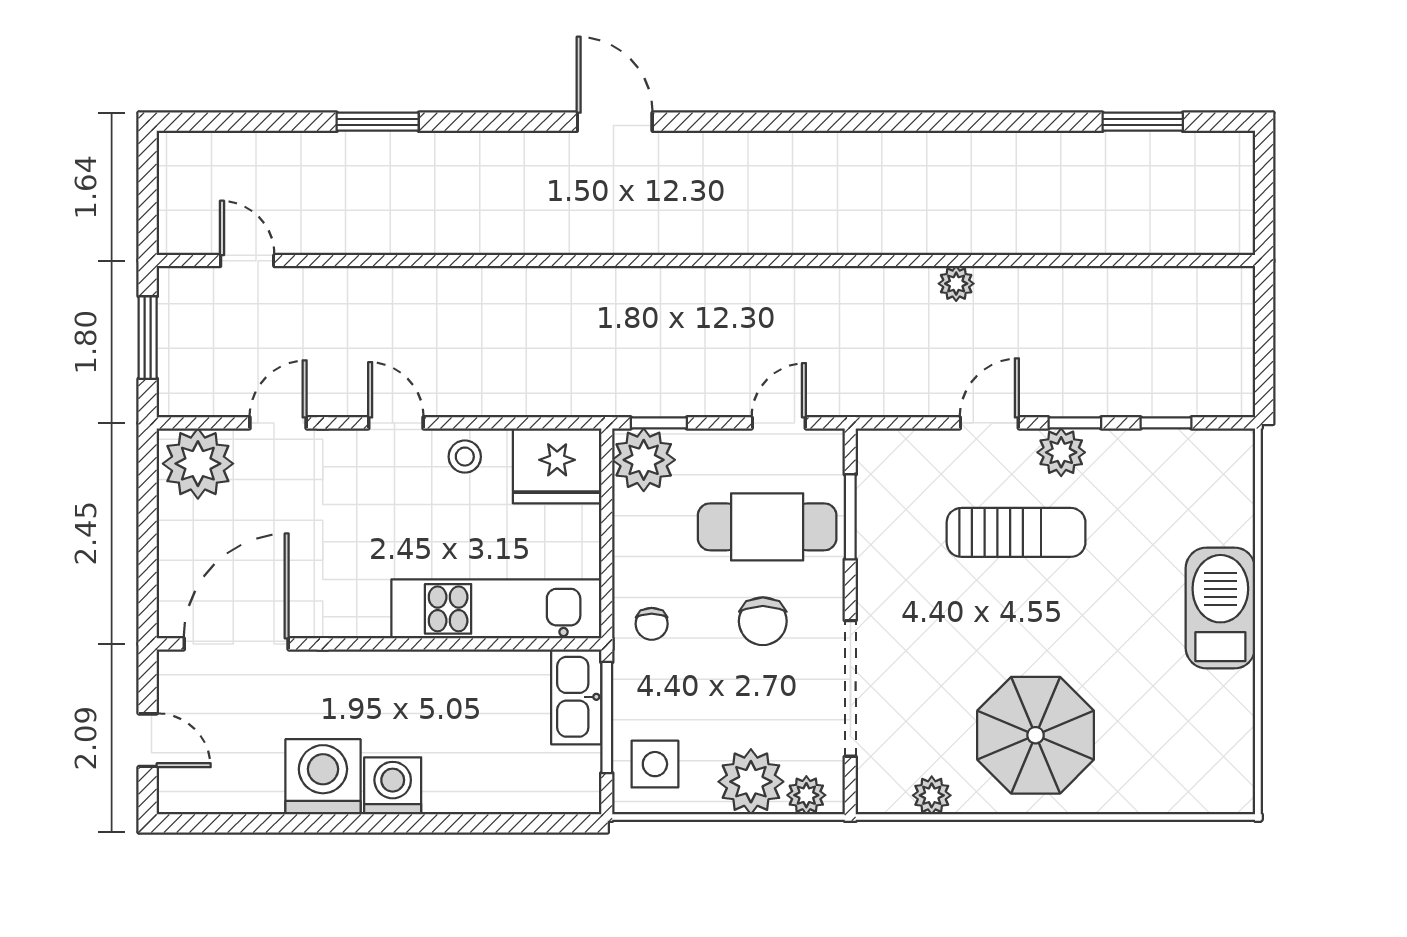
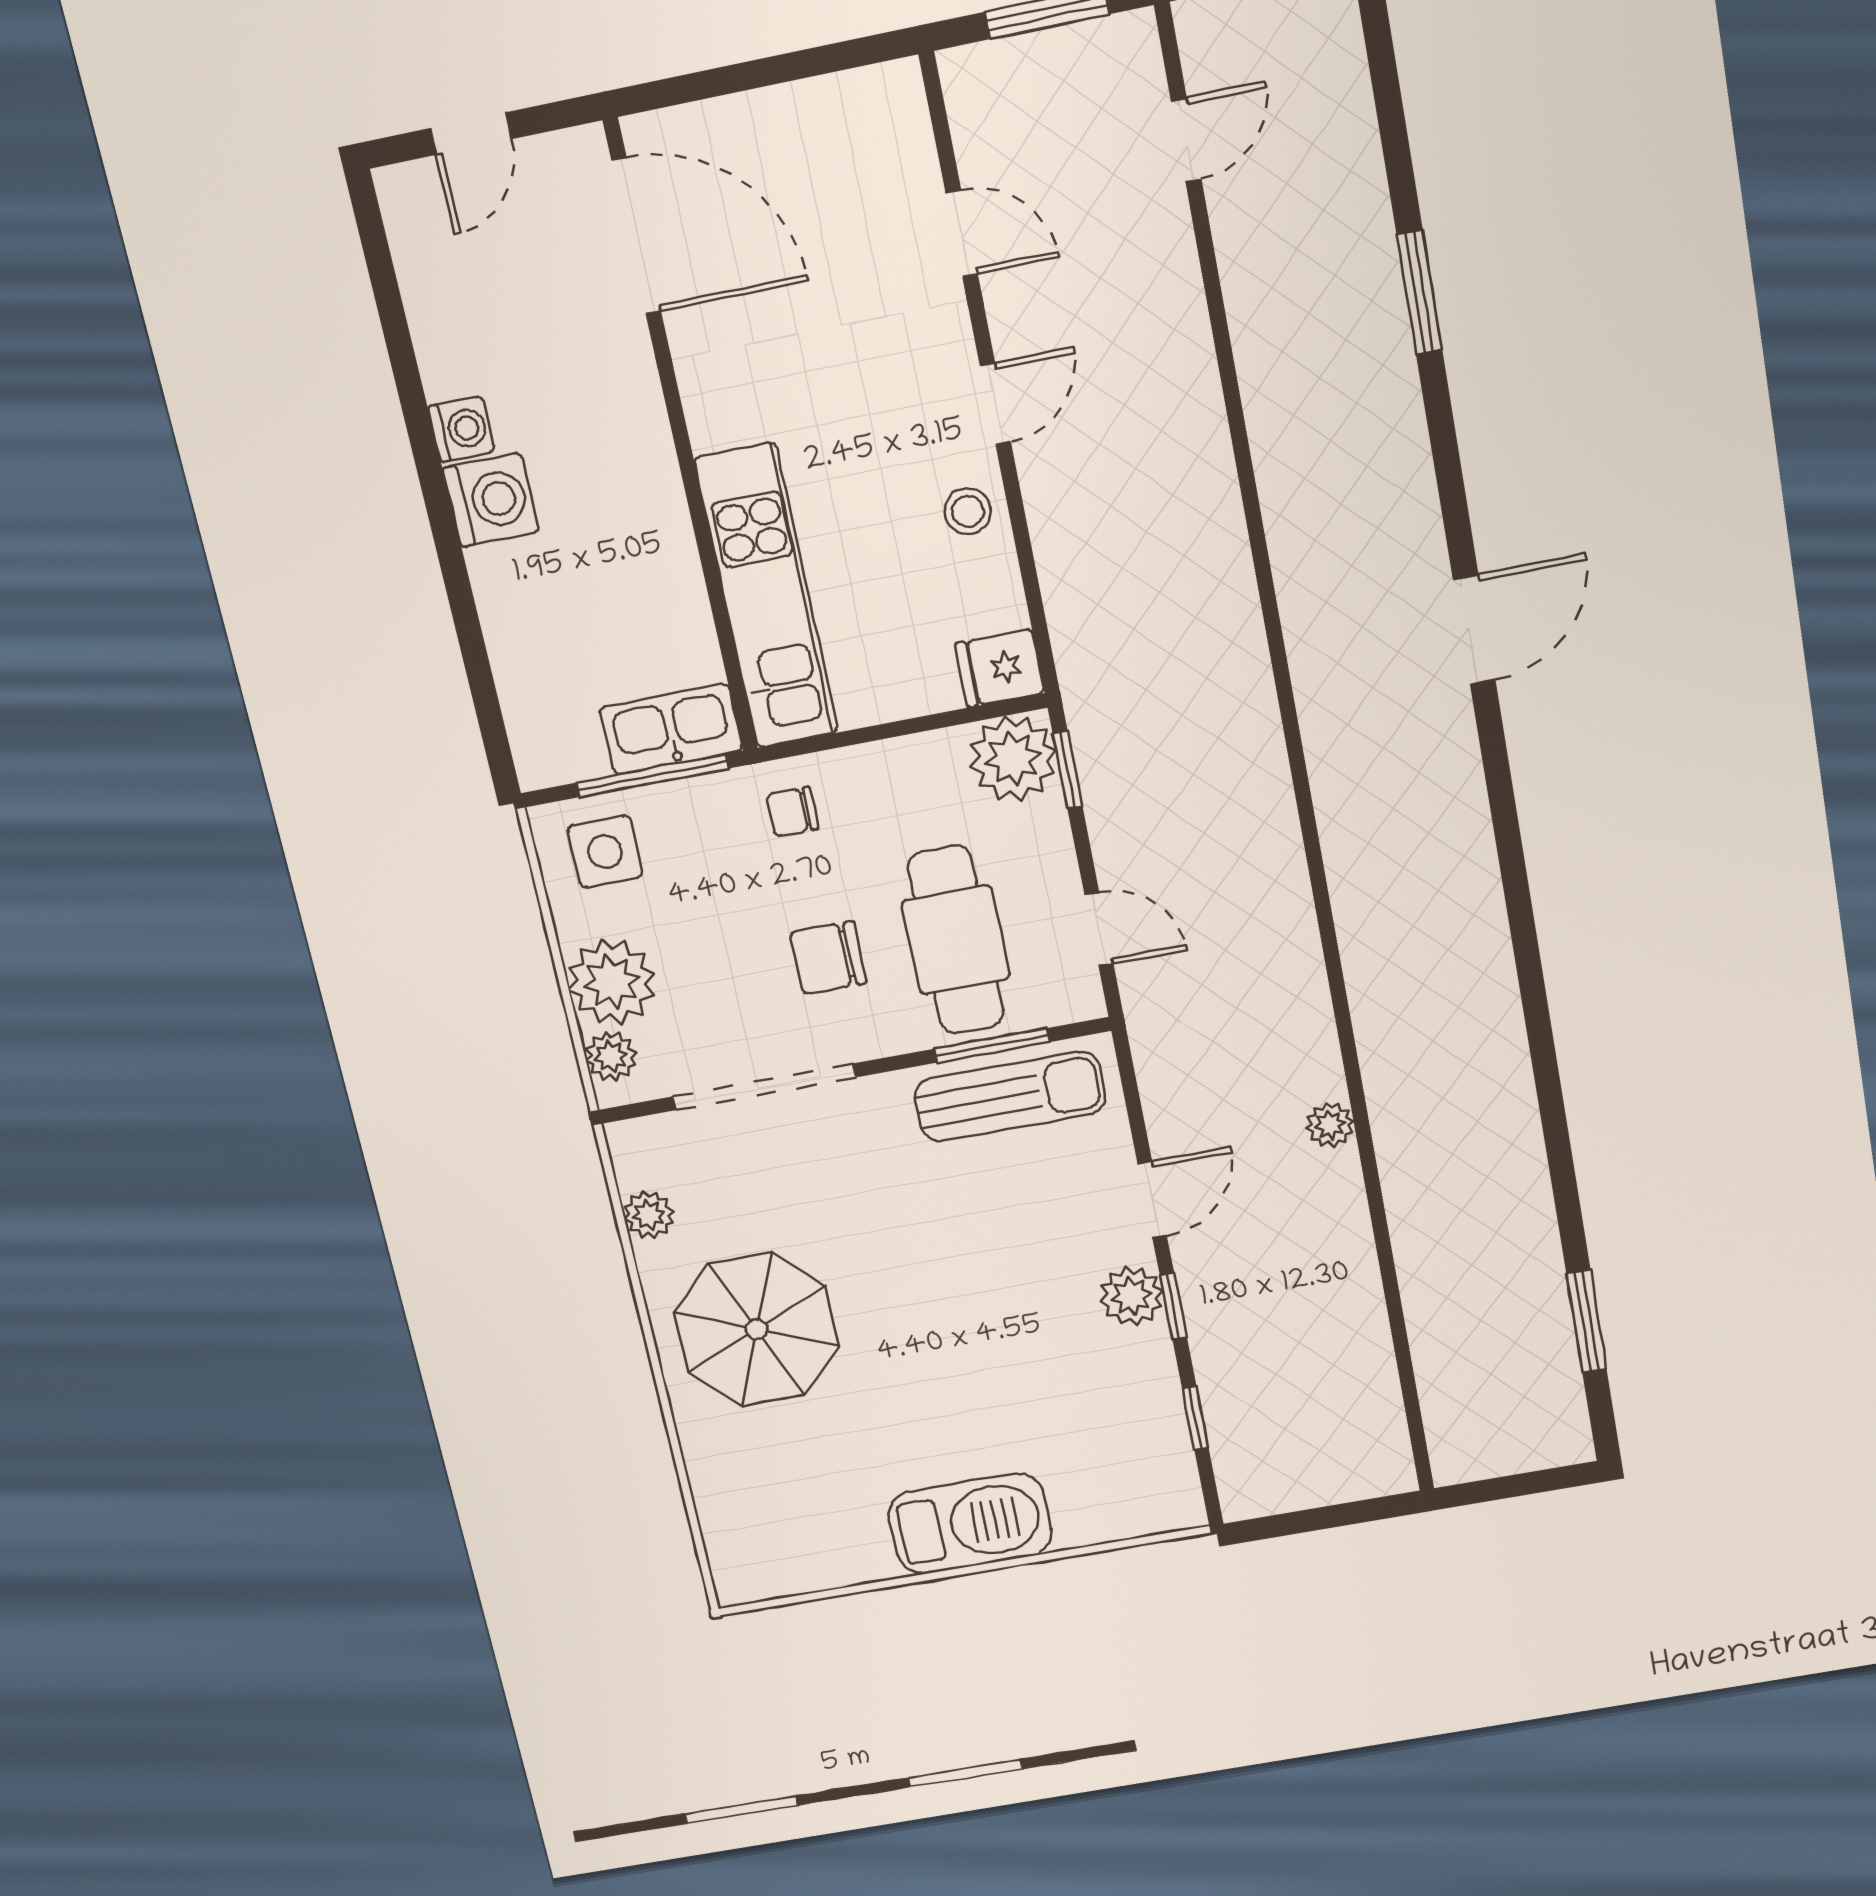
door: (989, 423) -> (1152, 1200), hinge flipped
plant: (198, 464) -> (880, 127), removed
fridge: (557, 466) -> (1000, 668), width x0.53, depth x0.75
sun lounger: (1016, 532) -> (1010, 1096), moved, turned -90
washing machine: (323, 777) -> (461, 429), width x0.53, depth x0.53

